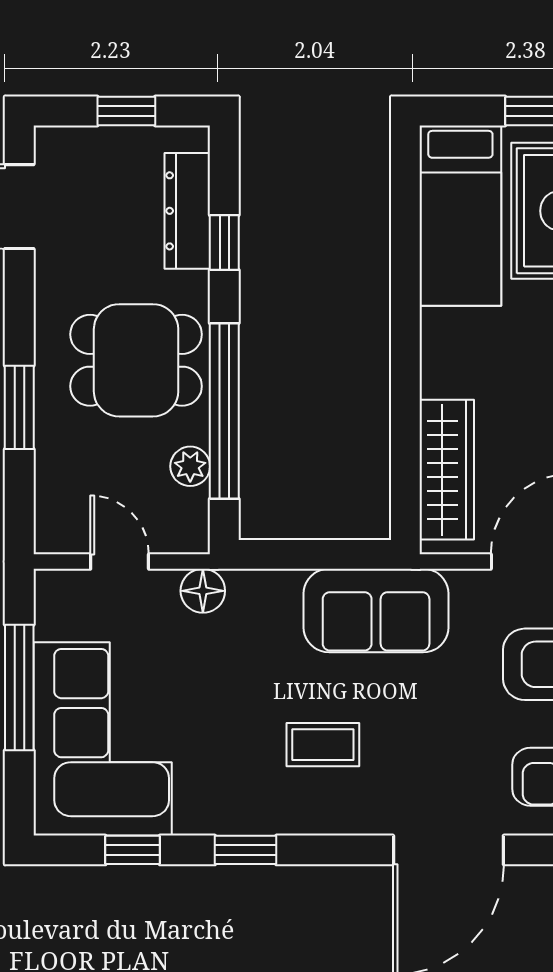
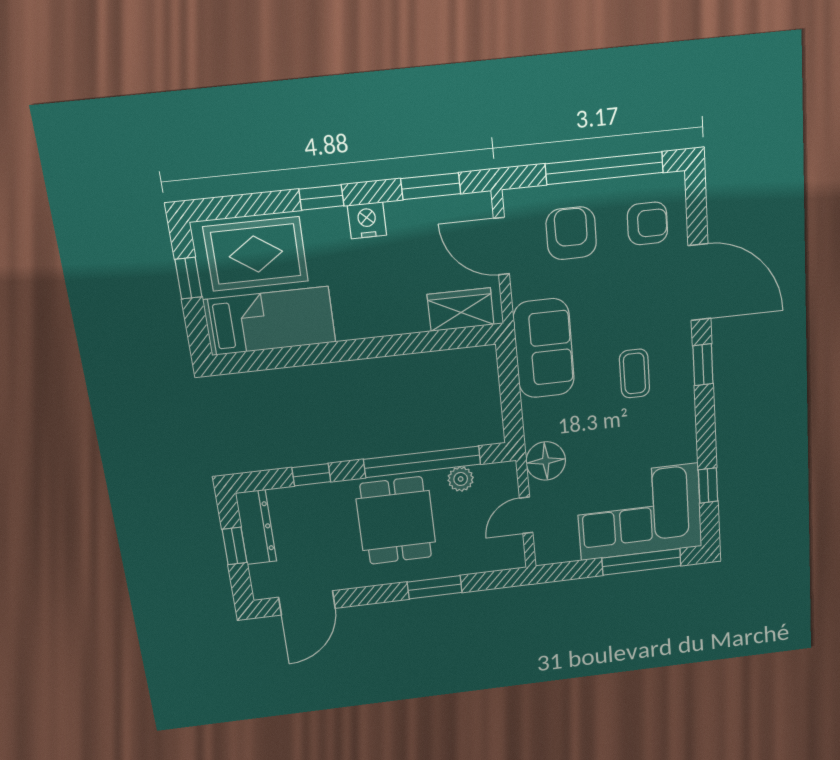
dresser: (187, 211) -> (256, 527), moved, turned -90
wardrobe: (447, 470) -> (461, 310), width x0.67
floor lamp: (203, 591) -> (546, 461), width x1.38, depth x1.38
window: (19, 688) -> (642, 562), moved
window: (246, 850) -> (703, 365), moved

